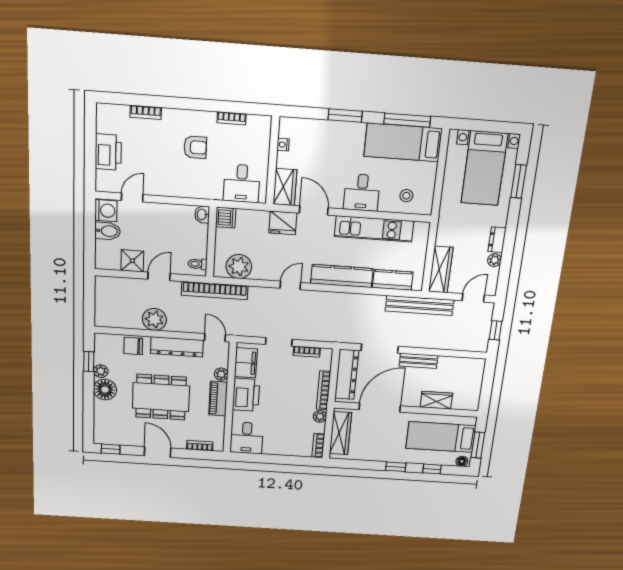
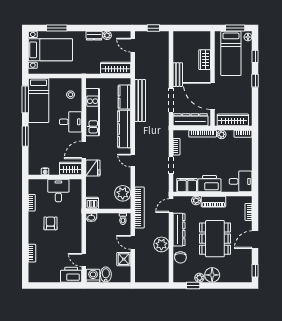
printer: (108, 152) -> (71, 275), moved
desk: (242, 183) -> (58, 190), moved, turned -90
bench: (420, 305) -> (140, 101), moved

